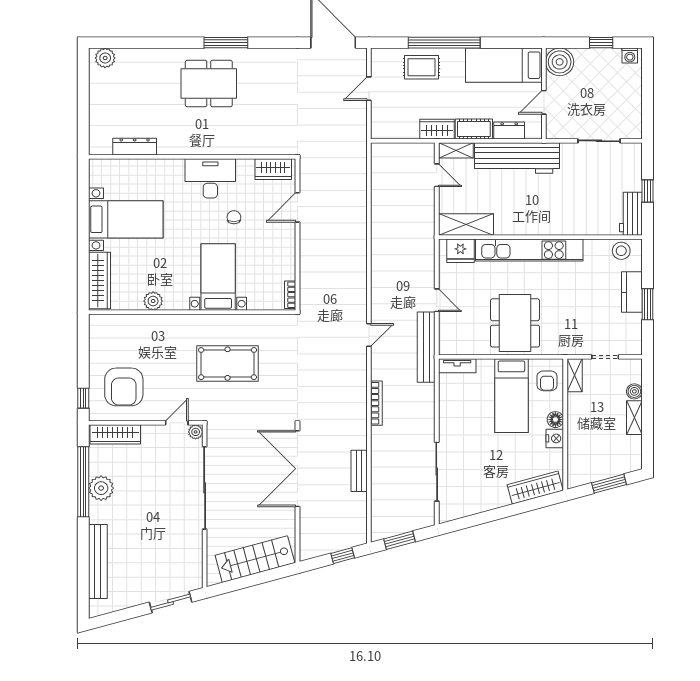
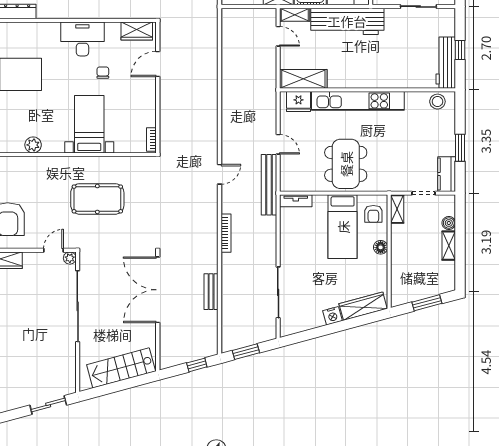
workbench: (631, 214) -> (446, 63), width x1.37
kitchen counter: (632, 292) -> (447, 174), moved
nightstand: (555, 438) -> (333, 316), moved, turned 75

